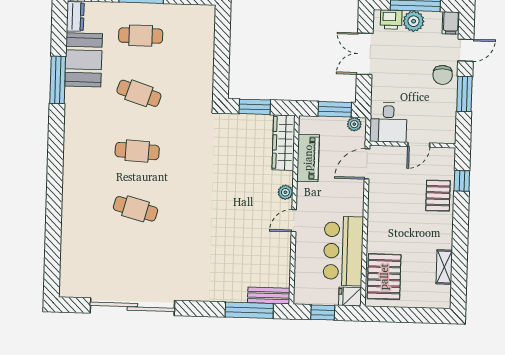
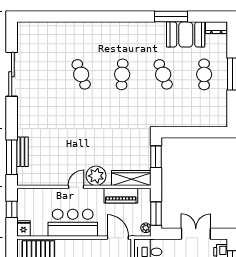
cafe table: (139, 93) -> (163, 74), turned -39
plant: (285, 192) -> (96, 176), width x1.88, depth x1.88
cafe table: (135, 209) -> (81, 74), turned -36
door: (294, 221) -> (76, 187), hinge flipped
bar counter: (343, 251) -> (73, 223), moved
bench: (269, 295) -> (22, 152), moved
sliding door: (132, 307) -> (12, 74), width x0.73

